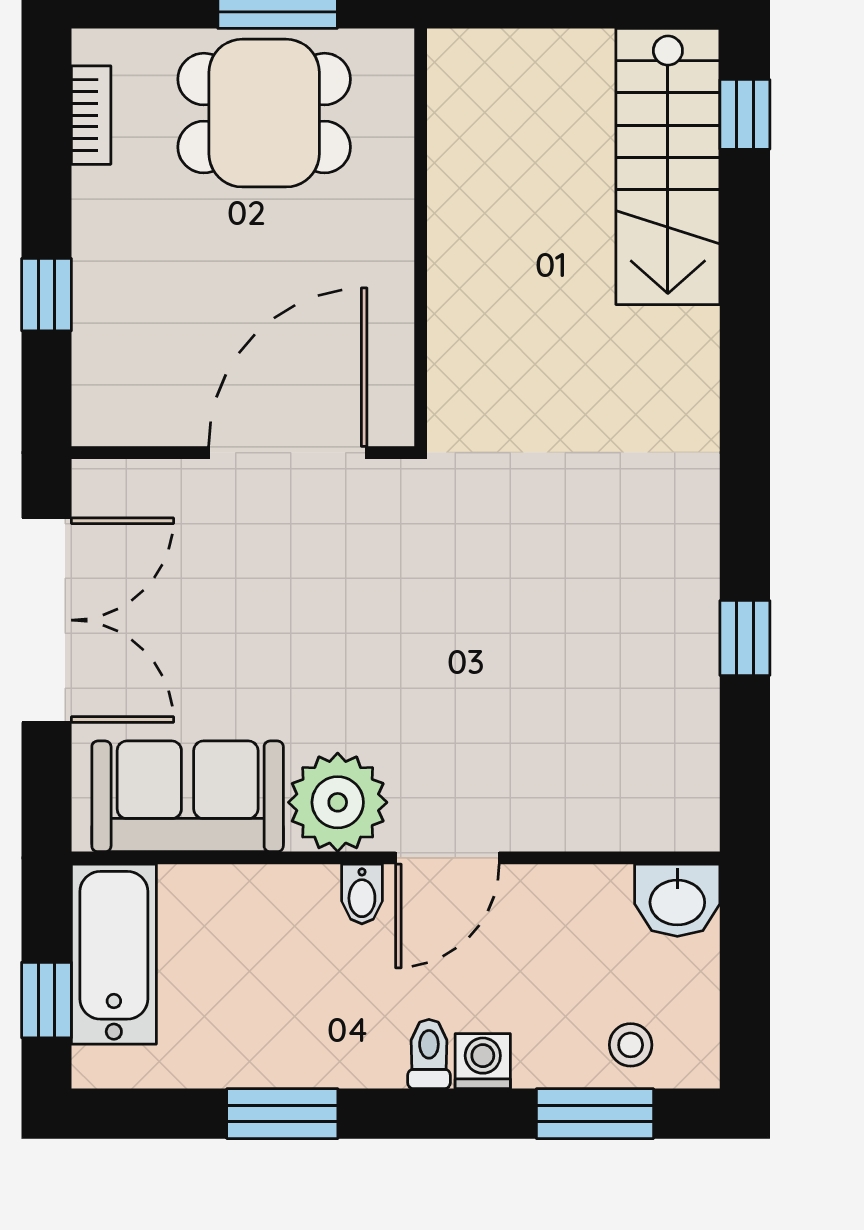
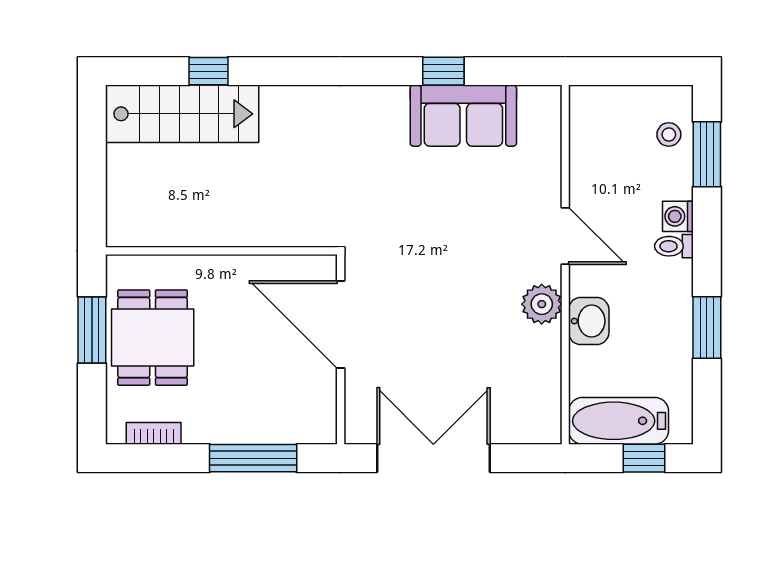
window: (745, 114) -> (209, 71), moved
window: (46, 295) -> (253, 458), width x2.17
sofa: (188, 796) -> (463, 116), moved, turned -90
plant: (338, 802) -> (542, 304), width x0.73, depth x0.73
bidet: (362, 894) -> (585, 283), removed
washbasin: (677, 900) -> (589, 321), moved

